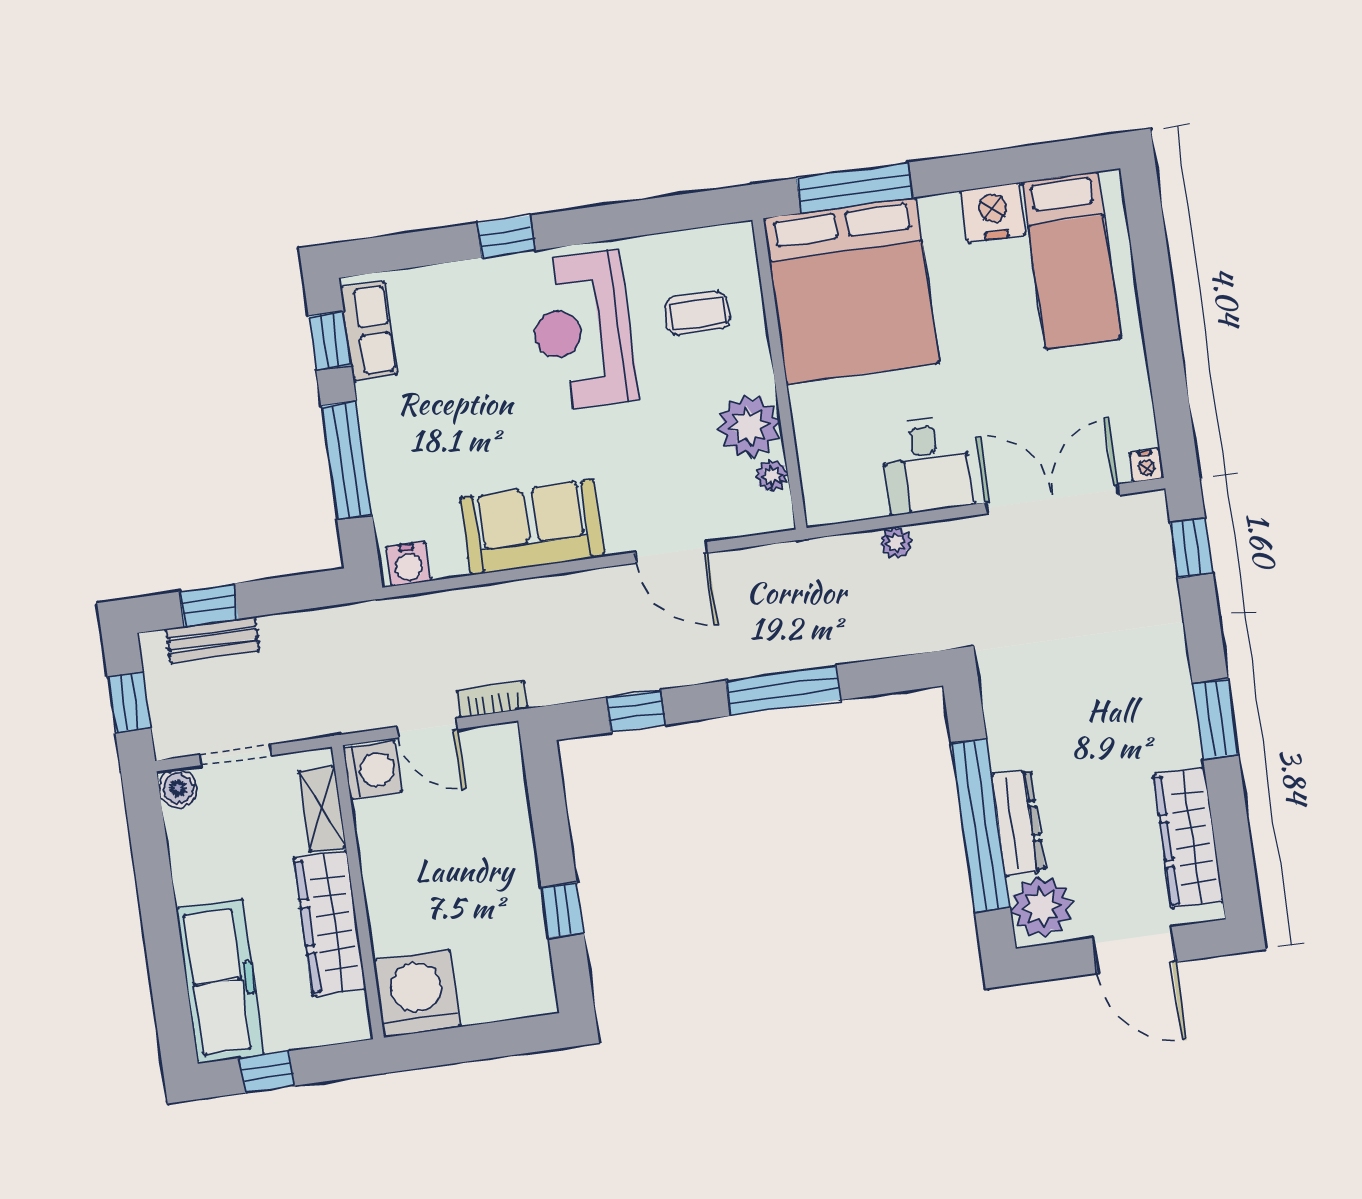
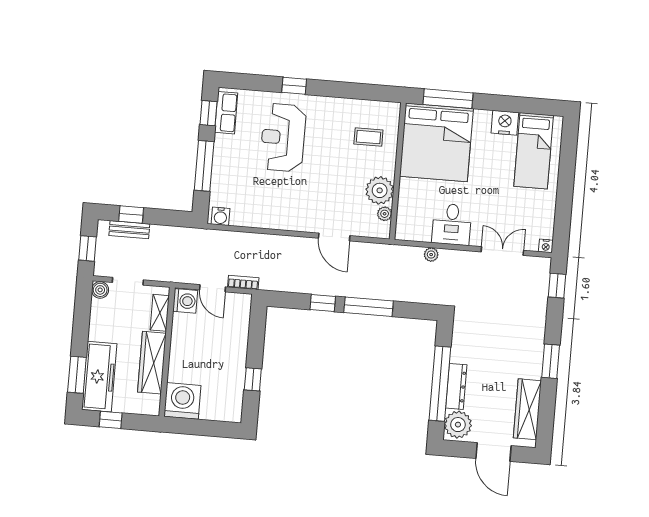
reception desk: (582, 331) -> (283, 137), moved
double door: (1052, 499) -> (502, 251), width x0.73
sofa: (532, 527) -> (277, 213), removed
window: (636, 711) -> (323, 303), moved
window: (169, 988) -> (77, 375), added

